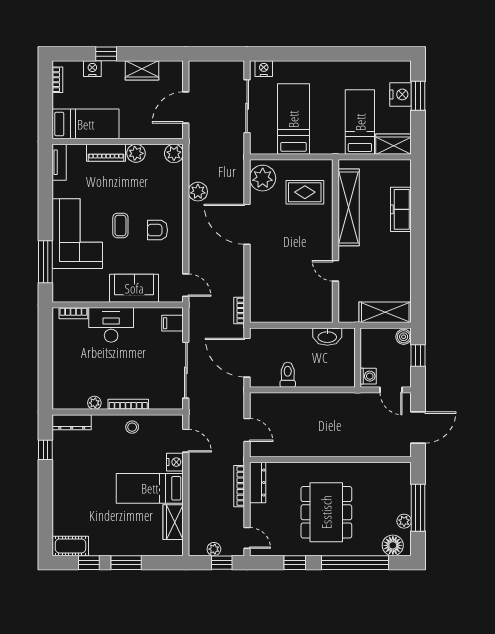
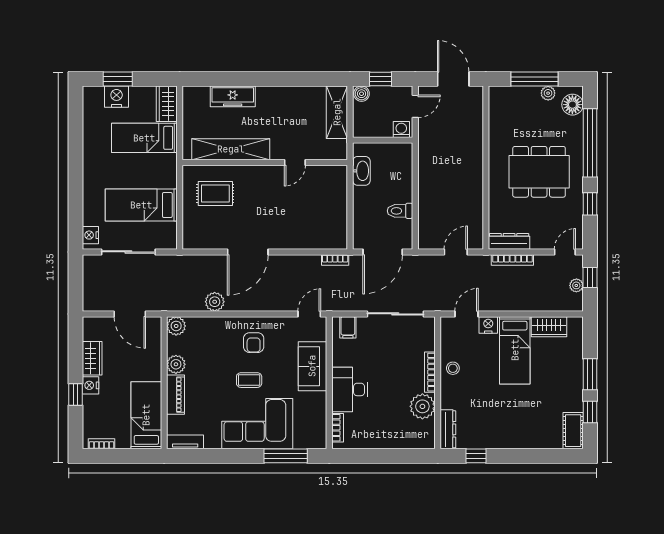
nightstand: (92, 69) -> (90, 385), moved
plant: (263, 178) -> (201, 236), removed
rug: (305, 192) -> (215, 194), turned 90
plant: (94, 403) -> (422, 406), width x1.88, depth x1.88

